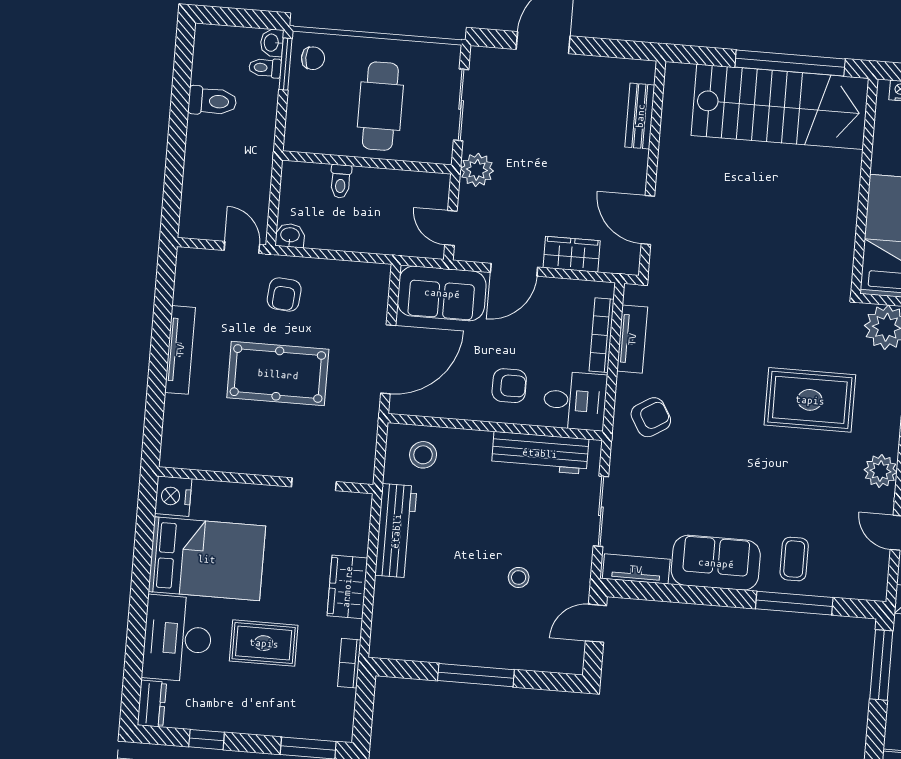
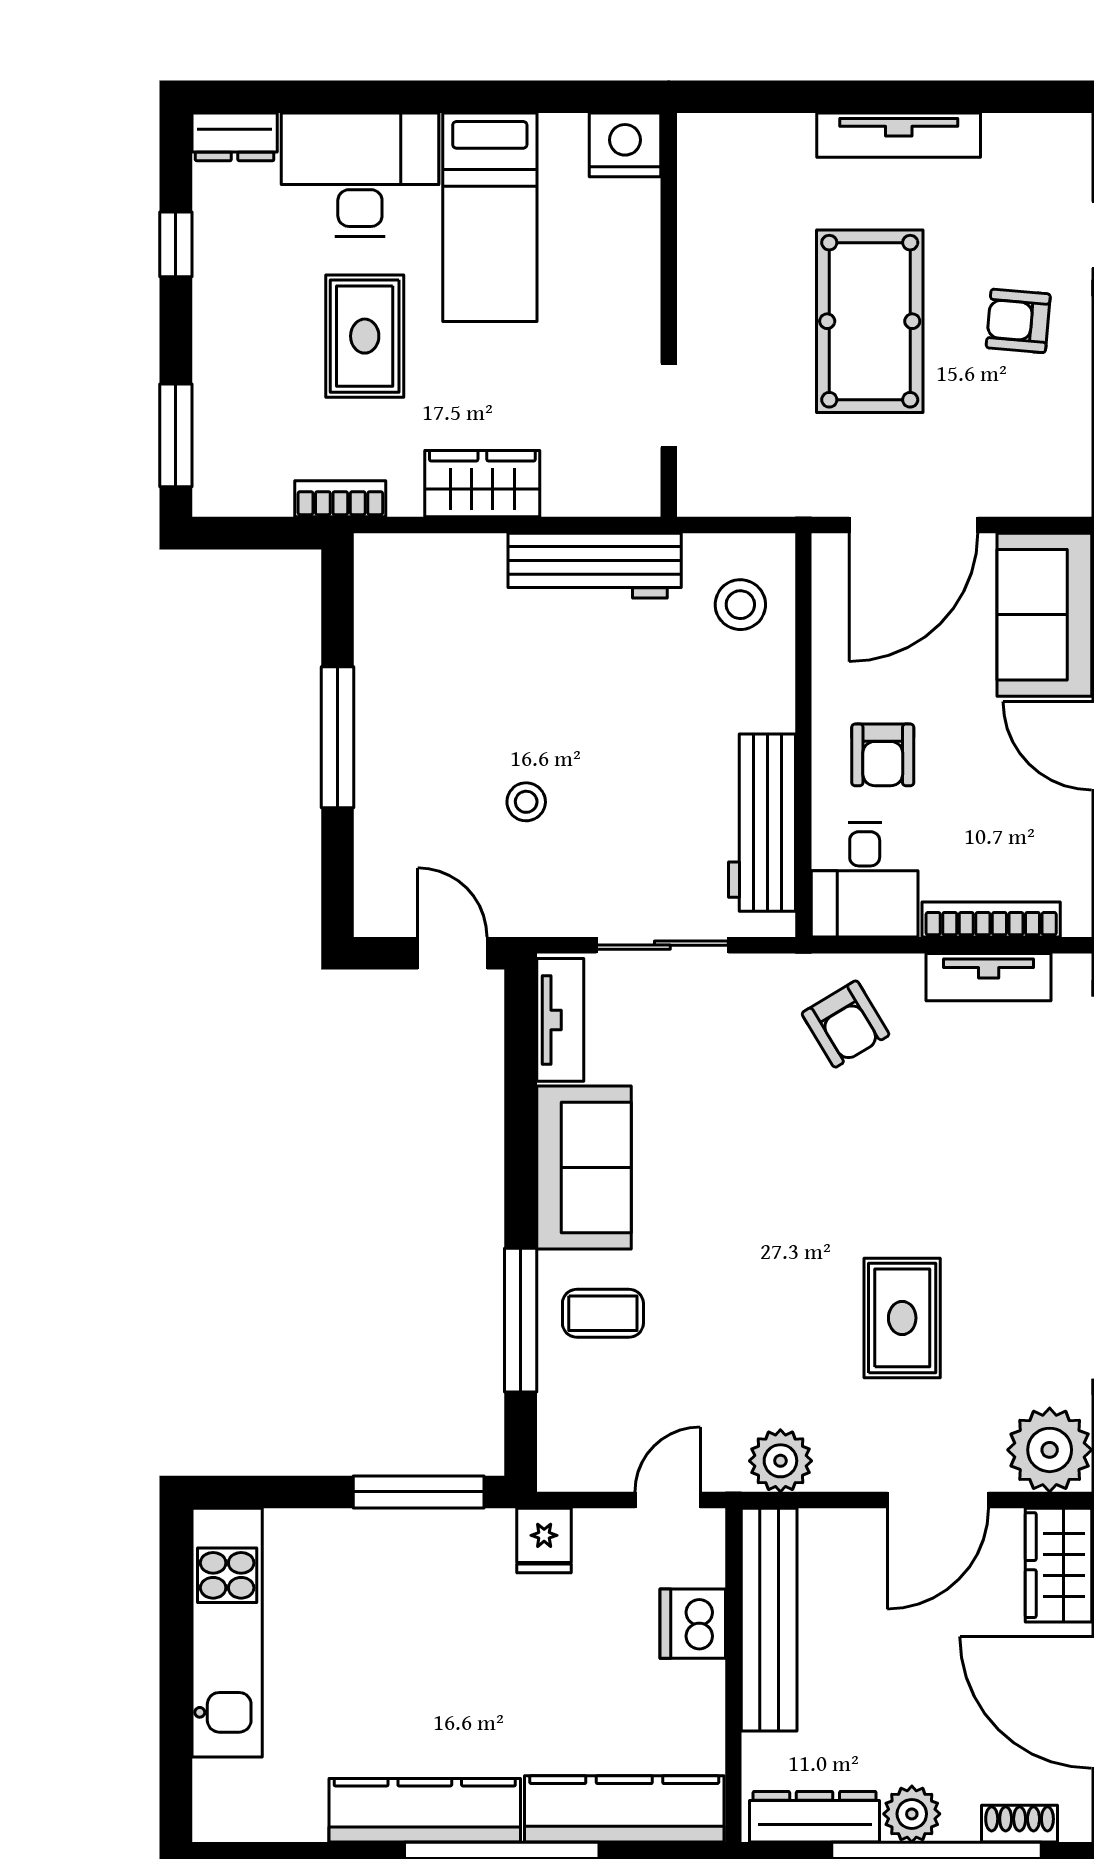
door: (388, 359) -> (913, 525), hinge flipped
rug: (810, 400) -> (902, 1318), width x0.73, depth x0.70
bed: (207, 559) -> (490, 217), width x0.67

